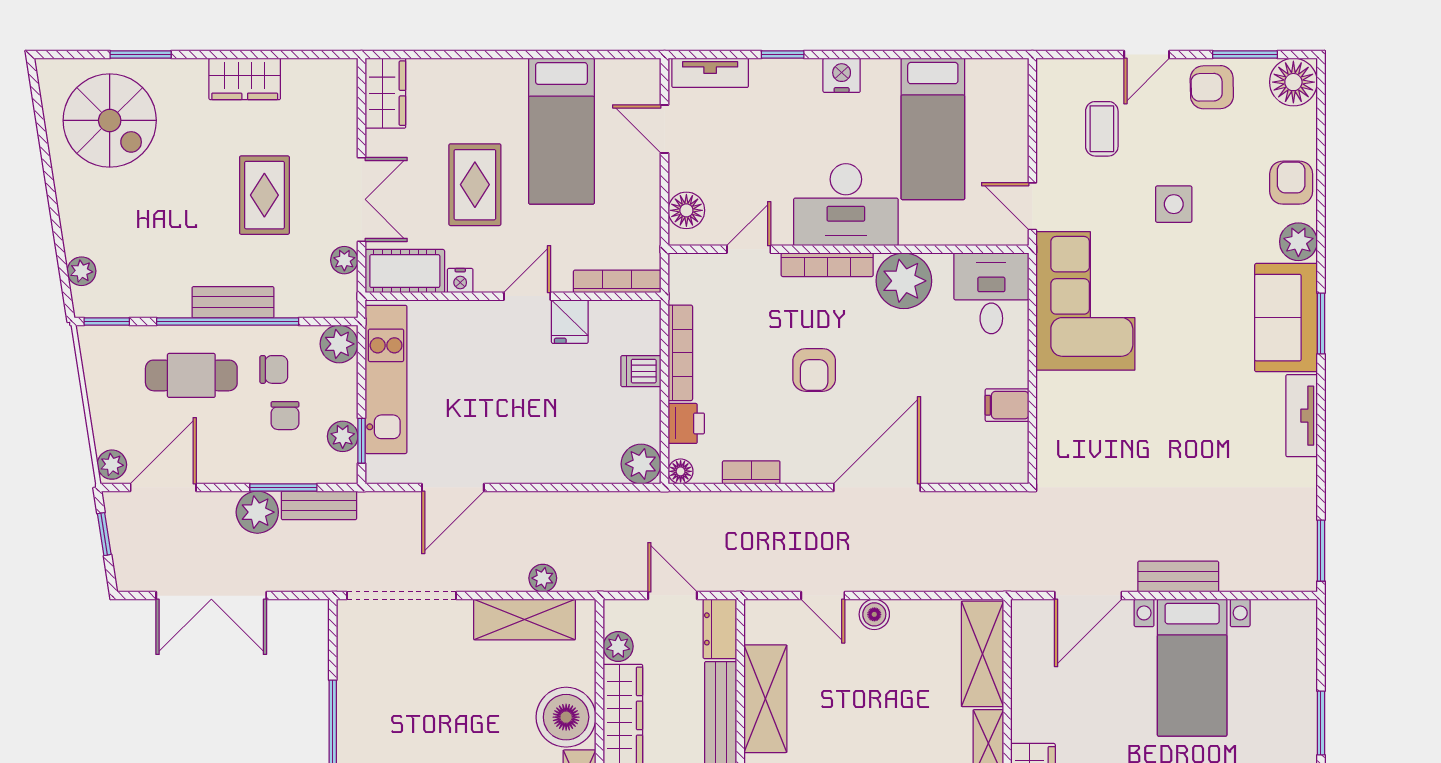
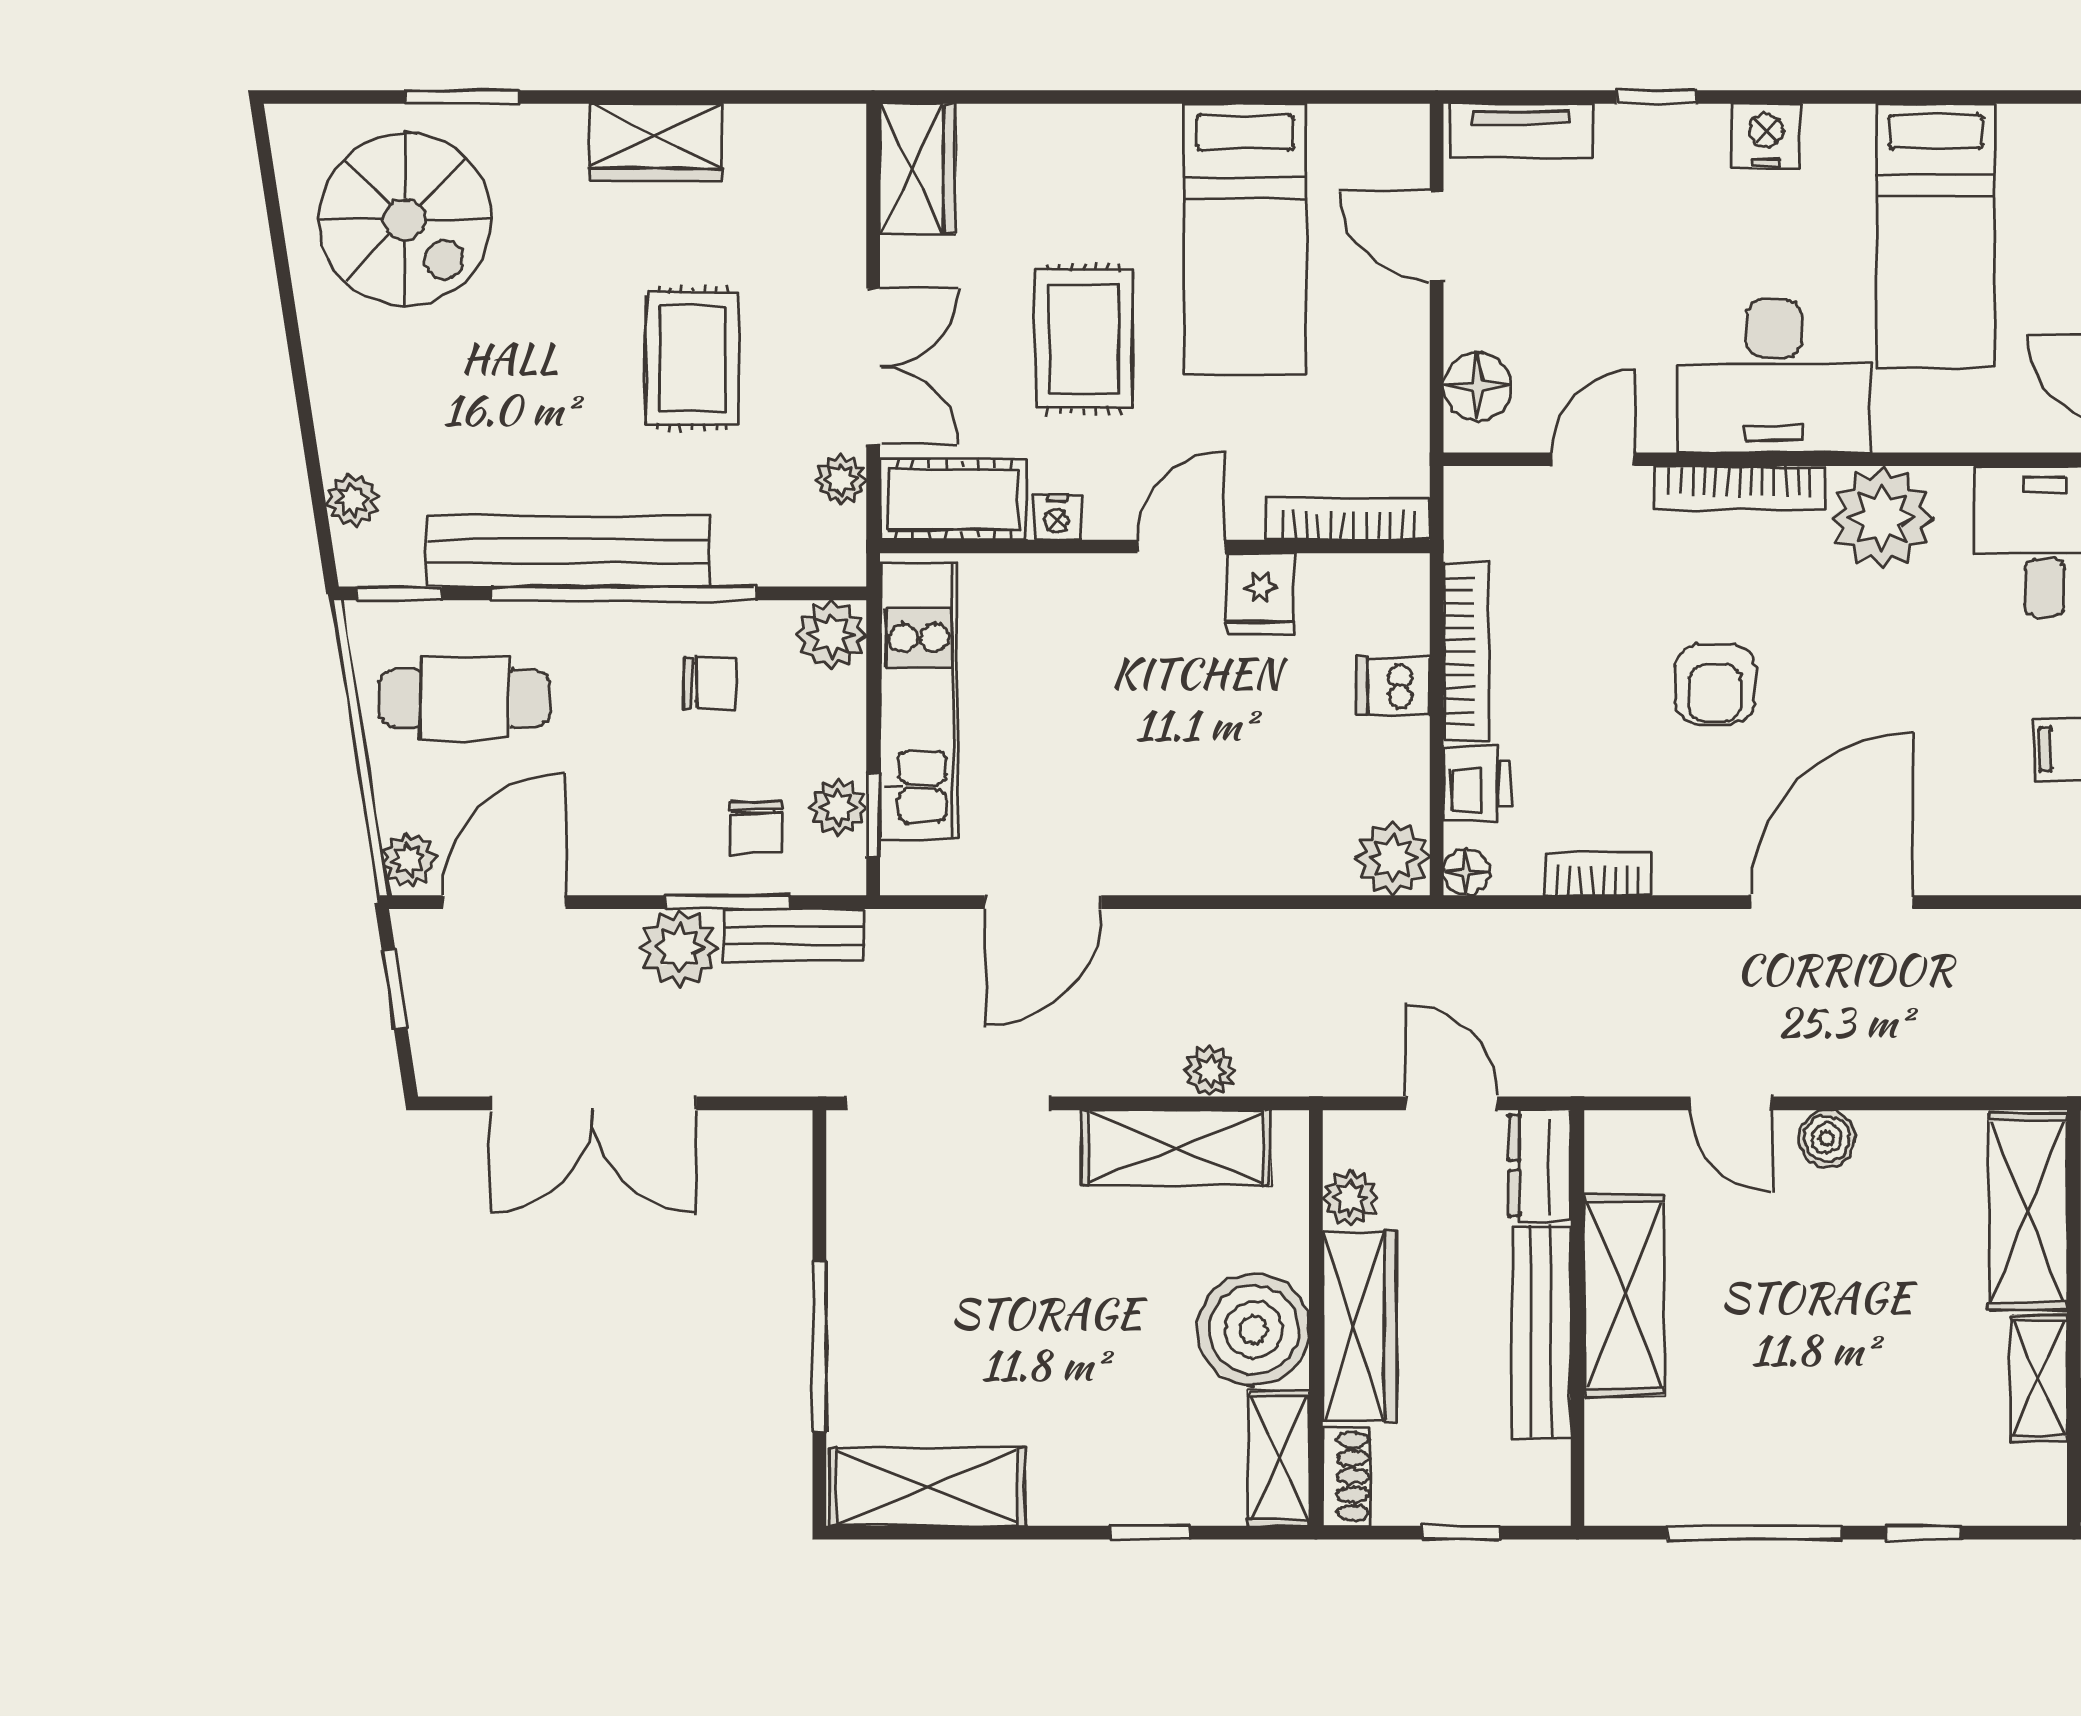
bench: (233, 302) -> (568, 551), width x1.86, depth x1.21
cafe table: (191, 375) -> (465, 698), moved
chair: (285, 416) -> (756, 827), moved

